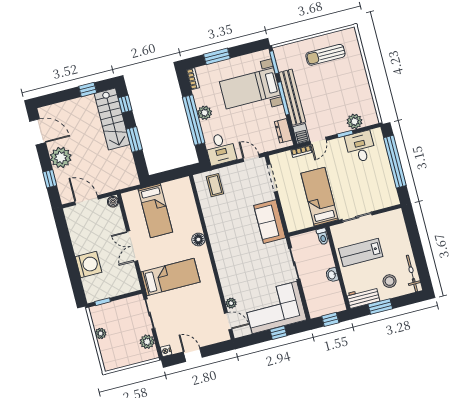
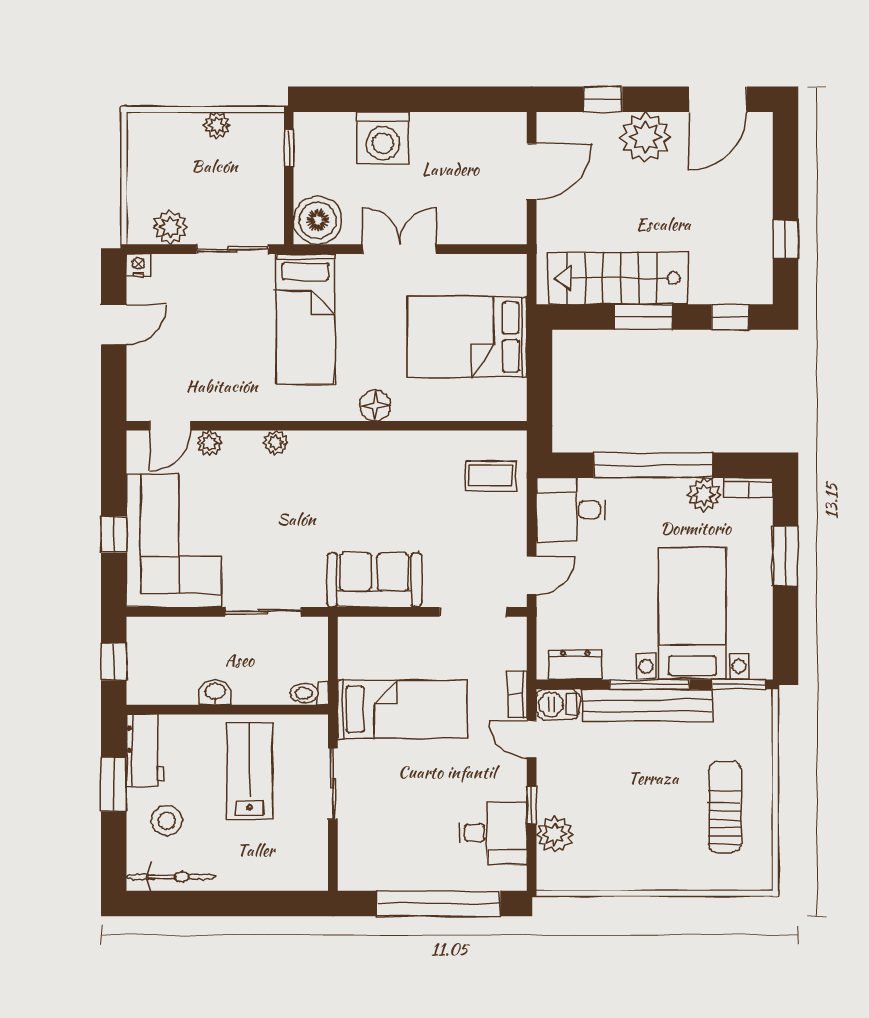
plant: (205, 113) -> (704, 495), moved
stairs: (112, 119) -> (618, 278), moved
boiler: (113, 202) -> (318, 220), moved, width x1.86, depth x1.86
bed: (155, 211) -> (467, 337), width x1.50
plant: (224, 276) -> (276, 443), added

